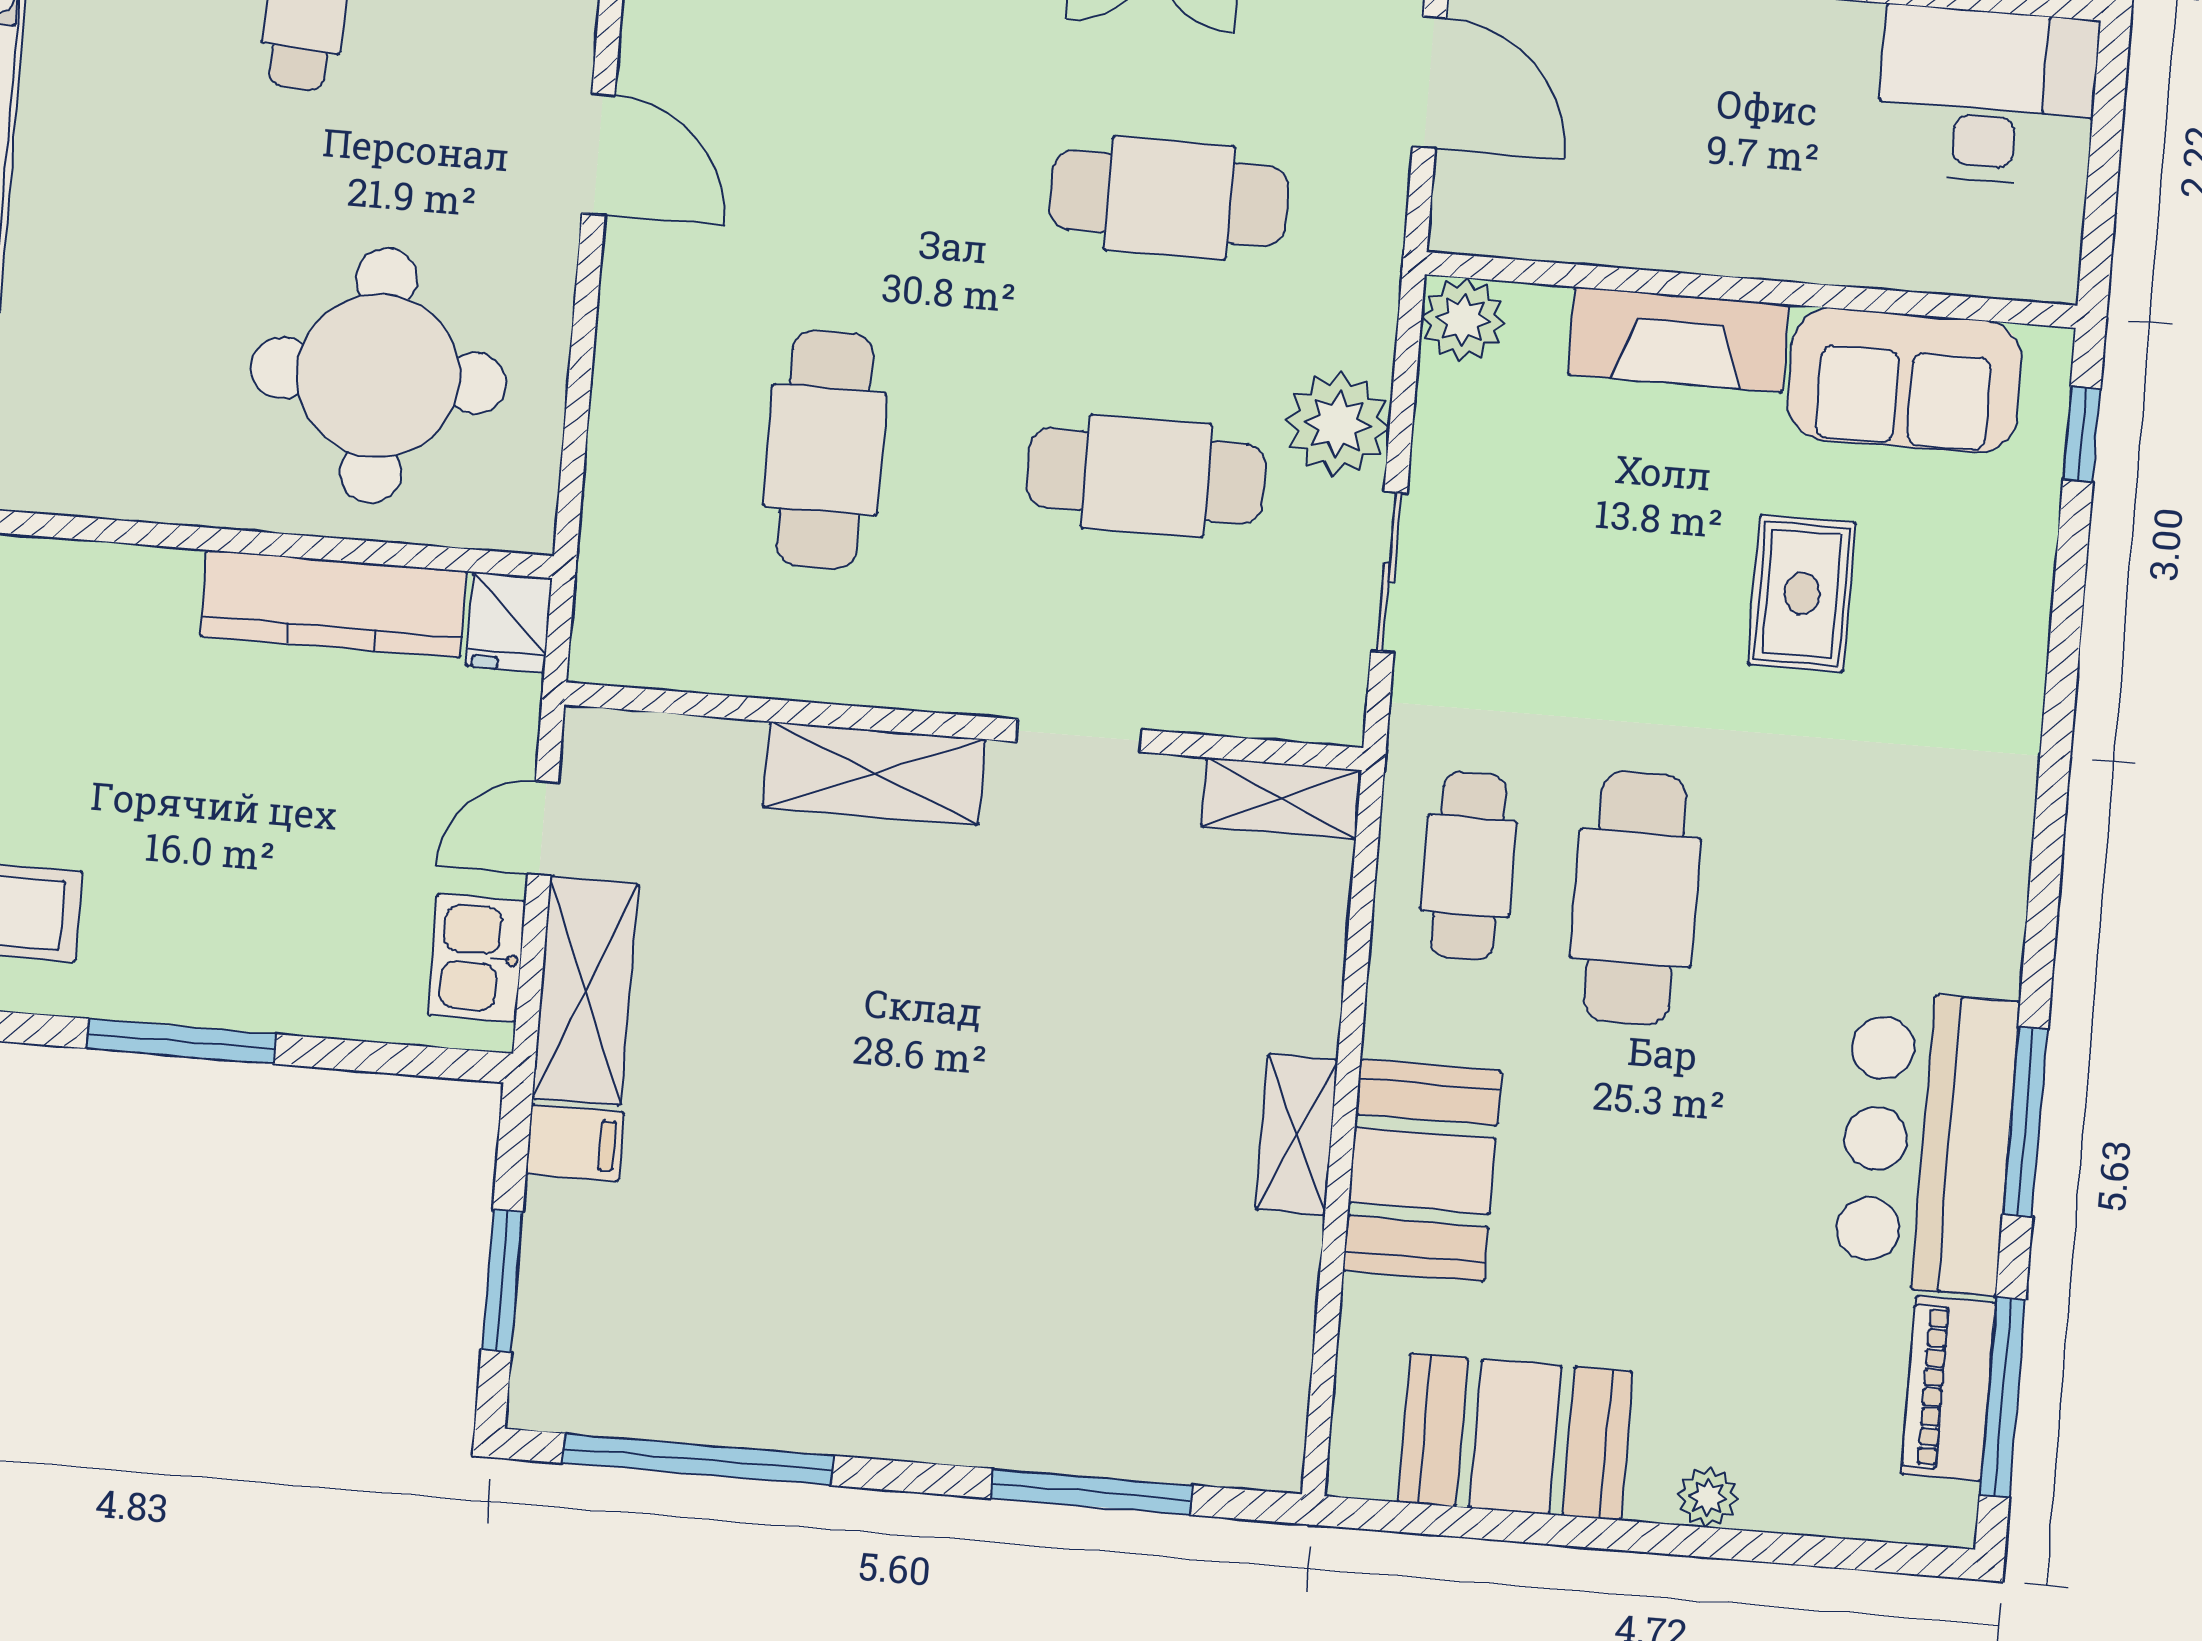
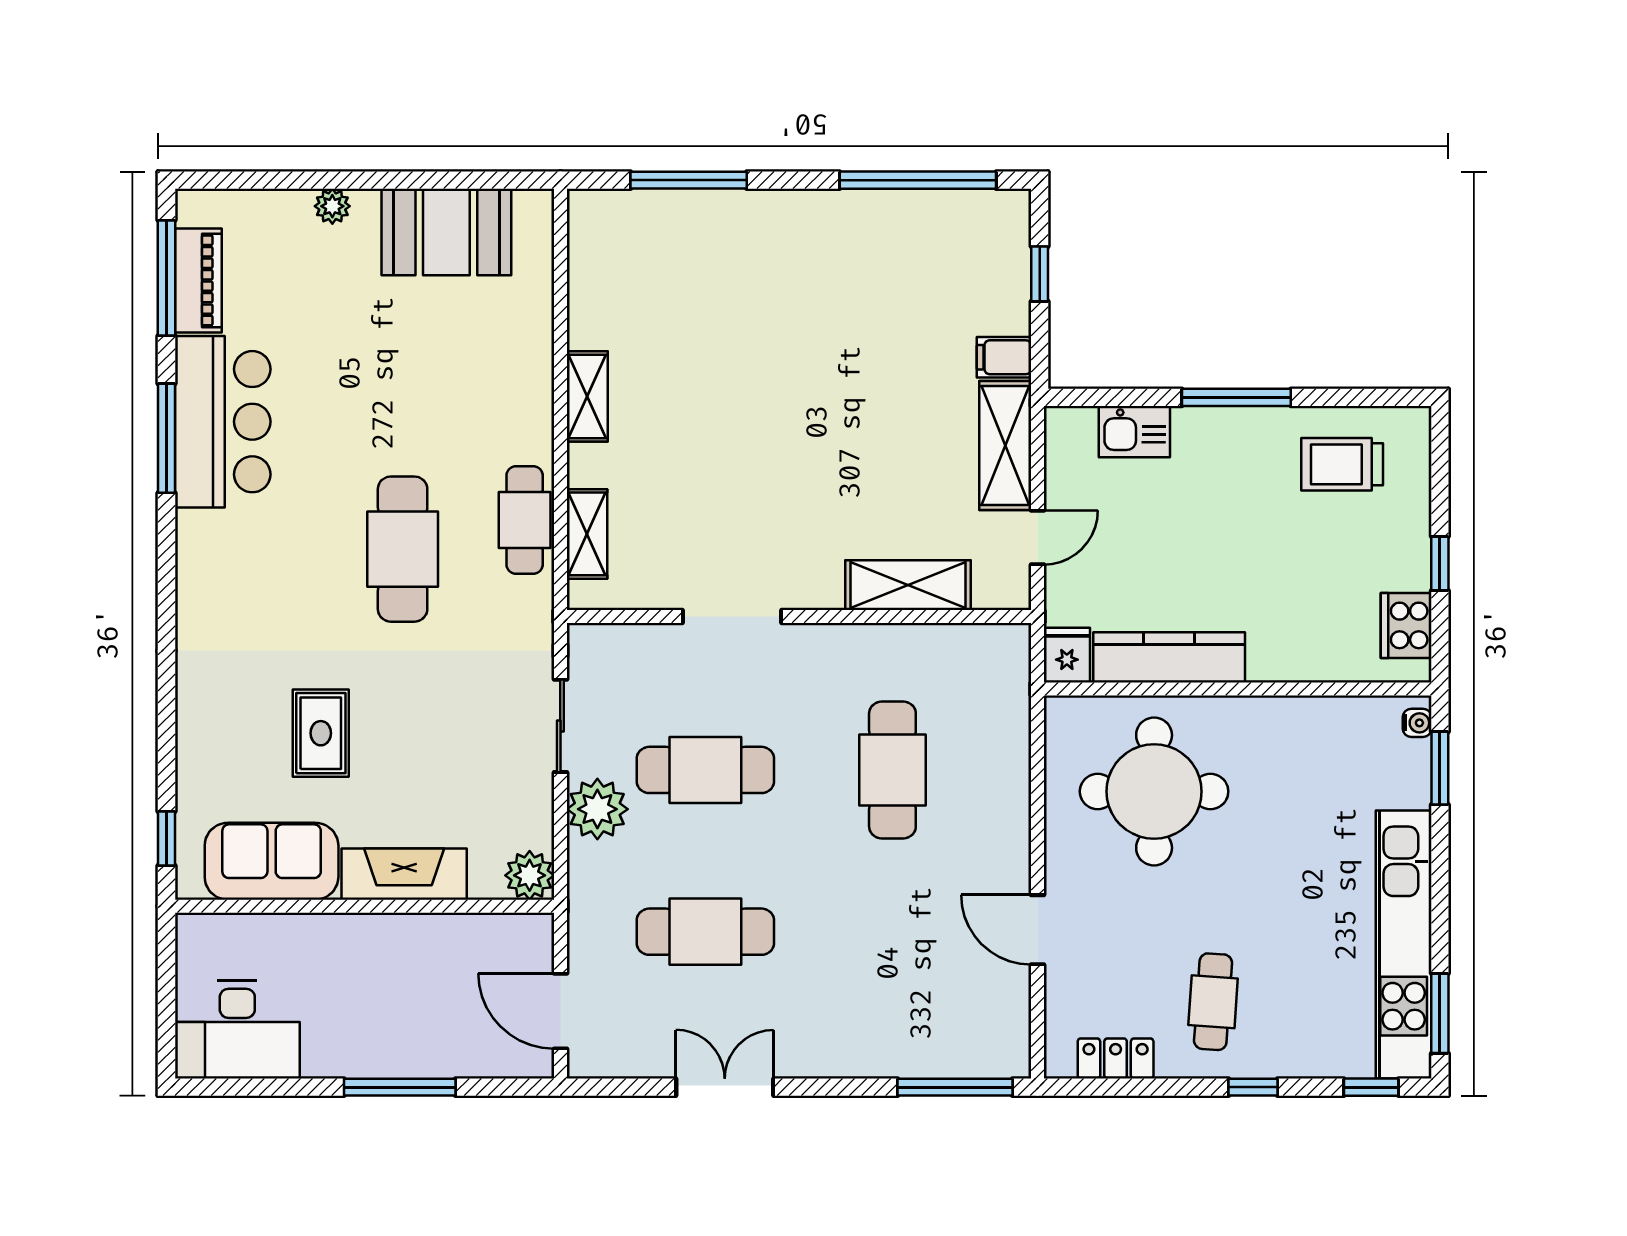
doorway: (1079, 736) -> (732, 617), width x1.38
shelving: (874, 773) -> (908, 585), moved
shelving: (1281, 798) -> (587, 534), moved, turned 90
cafe table: (1469, 866) -> (525, 520), moved
kitchen sink: (477, 958) -> (1134, 432), moved, turned 90
booth: (1422, 1171) -> (513, 382), removed
window: (502, 1281) -> (1040, 274), width x0.67

